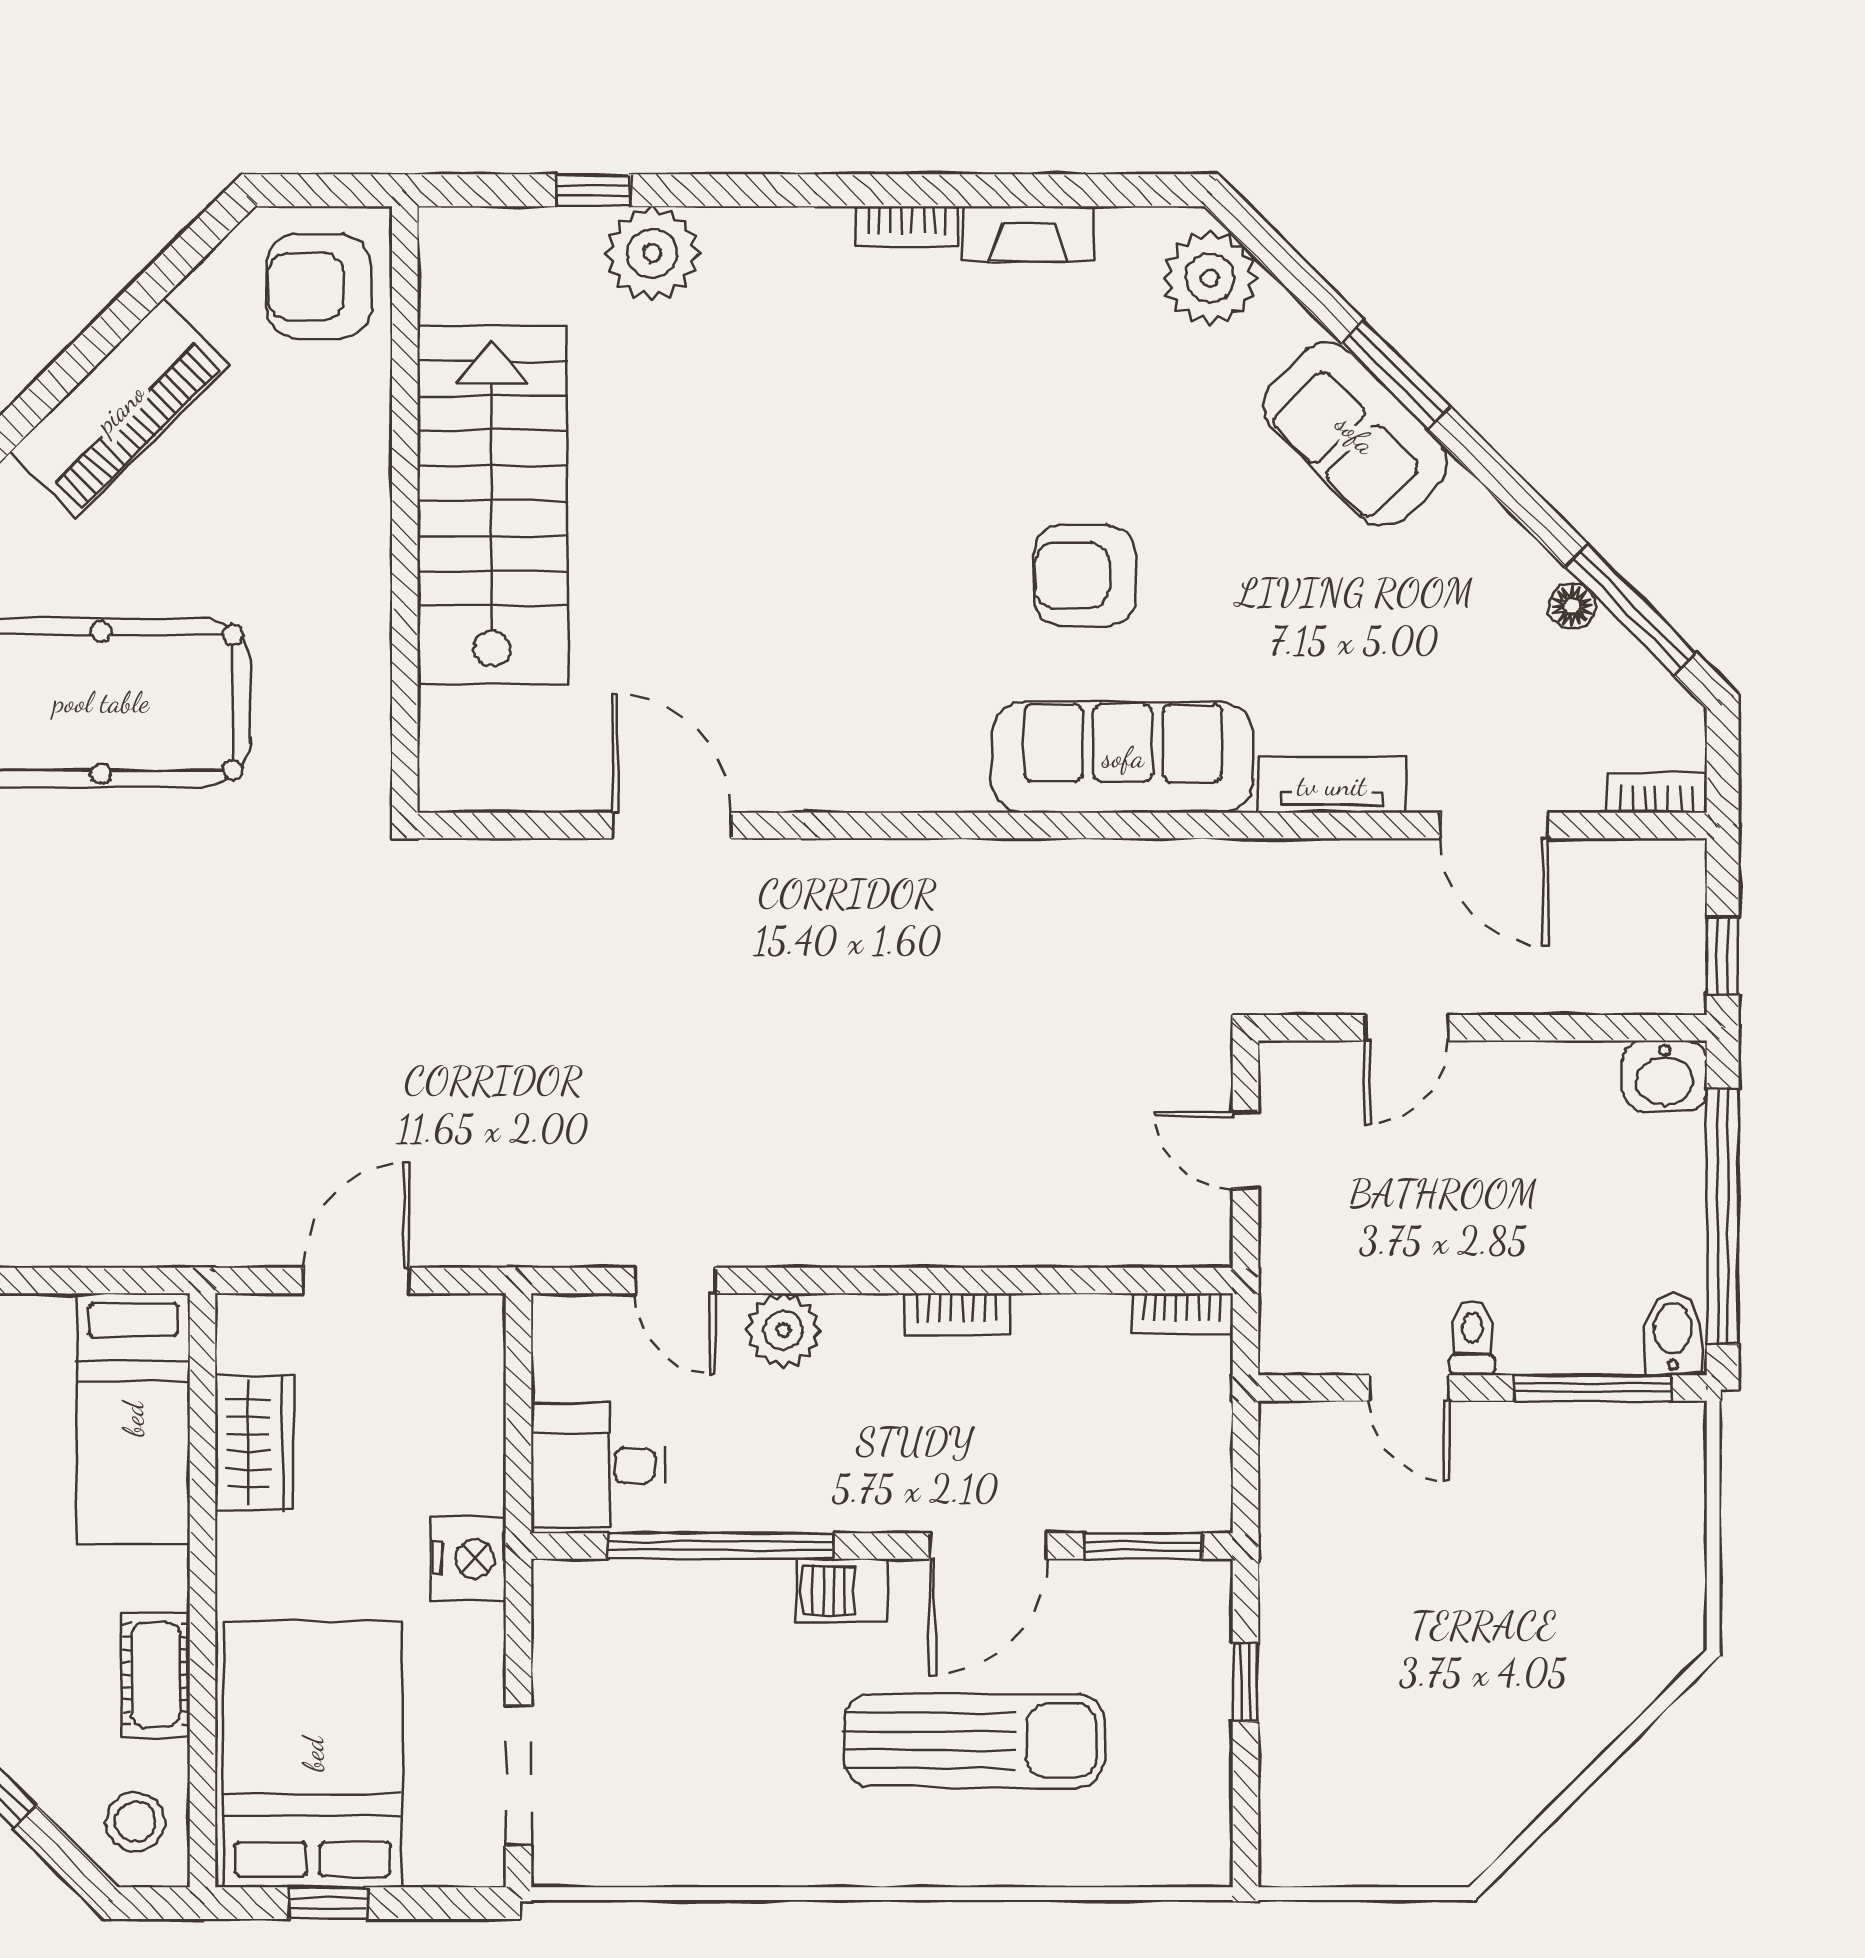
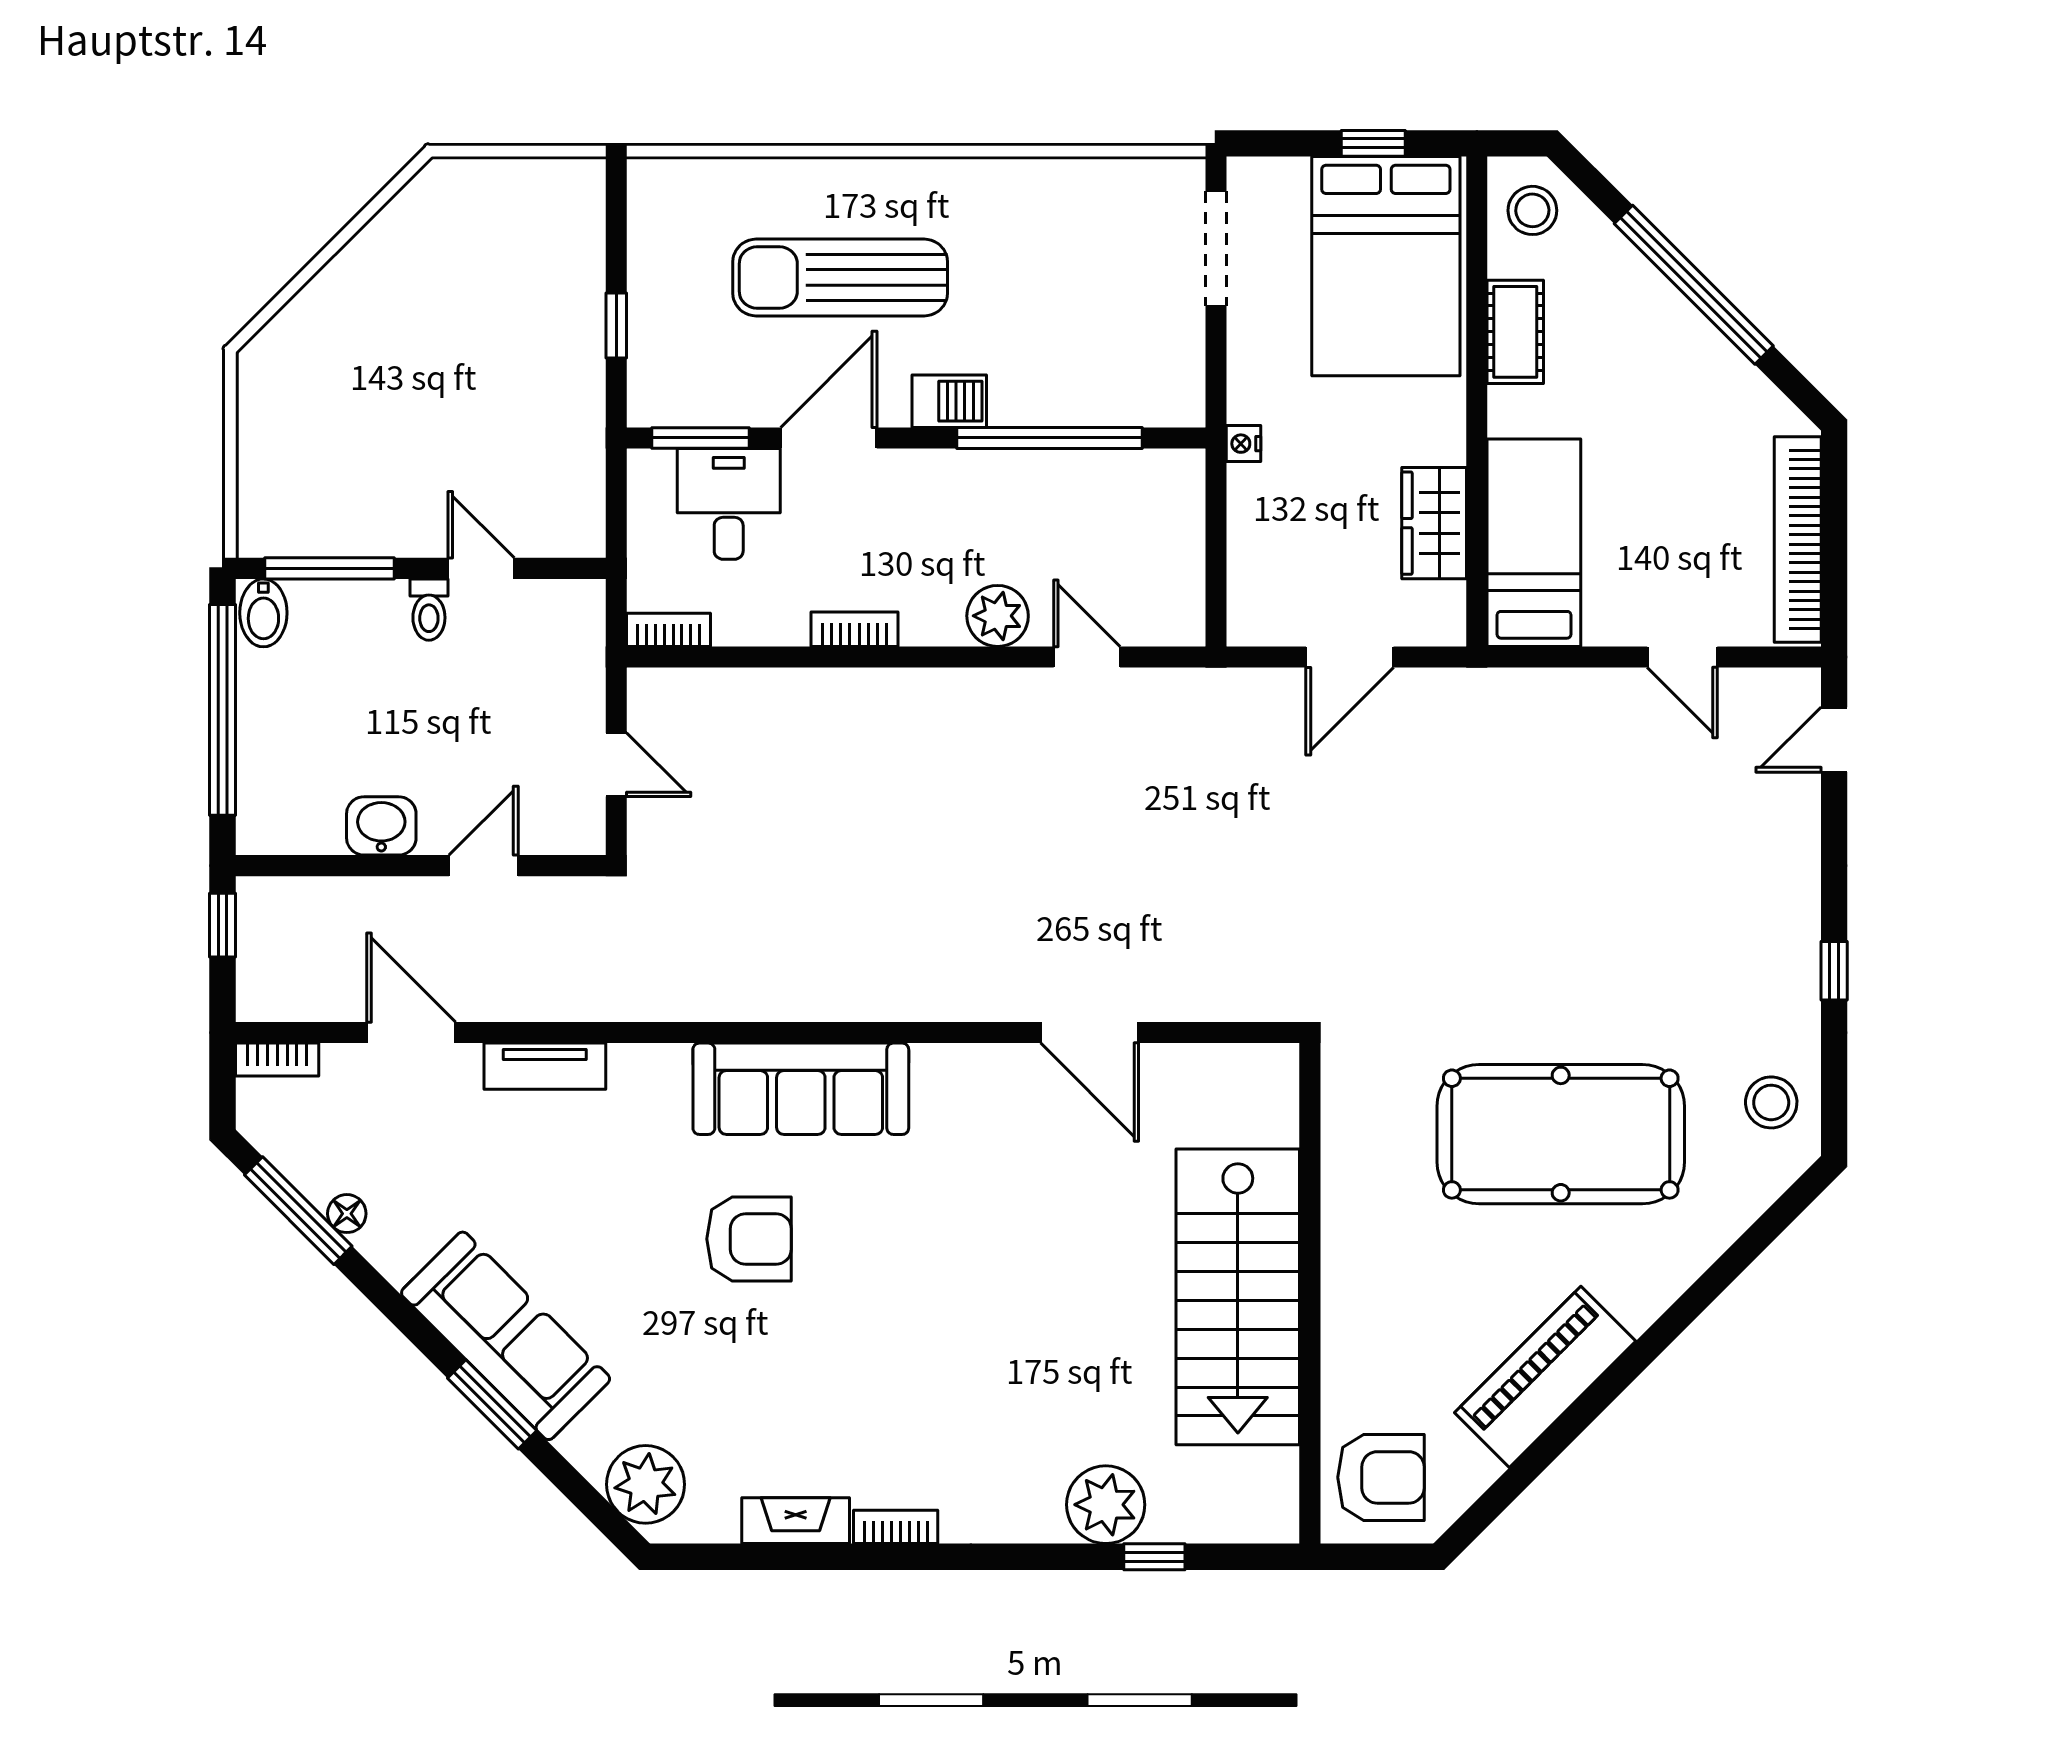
sofa: (1356, 434) -> (506, 1336), width x1.36
sofa: (1123, 757) -> (801, 1089), moved
washbasin: (1665, 1076) -> (381, 826), moved
desk: (598, 1466) -> (729, 504), moved, turned -90
nightstand: (469, 1559) -> (1244, 444), width x0.53, depth x0.56

